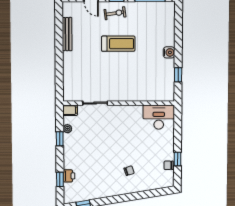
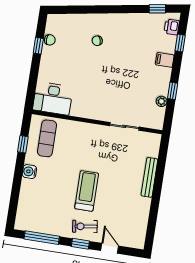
bench: (67, 34) -> (149, 177), moved
treadmill: (118, 44) -> (87, 191), turned 90
exercise mat: (158, 83) -> (47, 138), added
filing cabinet: (70, 110) -> (165, 60), moved
printer: (69, 176) -> (172, 27), moved

